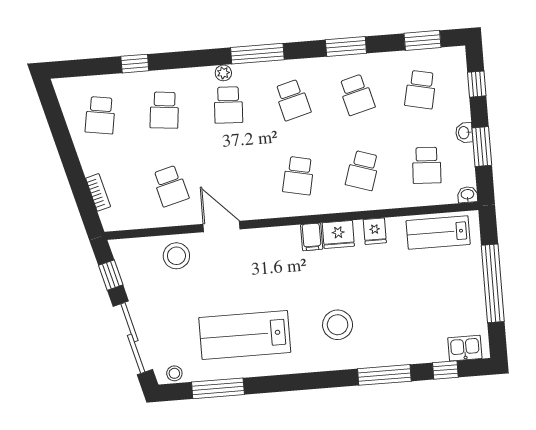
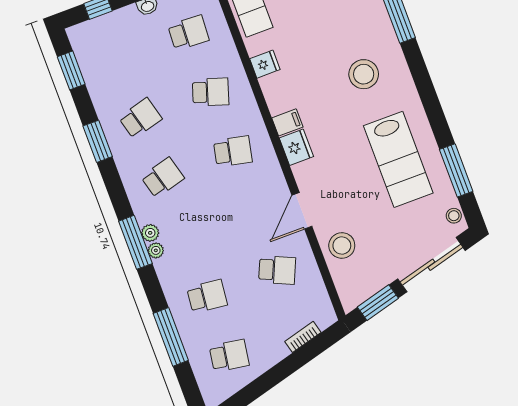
window: (257, 54) -> (135, 242), moved
window: (135, 64) -> (171, 337), width x2.17
plant: (242, 72) -> (150, 233), added
school desk: (421, 90) -> (118, 59), removed
school desk: (228, 105) -> (185, 237), removed
school desk: (170, 186) -> (277, 270), turned 39
fridge: (338, 234) -> (296, 147), moved
window: (111, 275) -> (378, 303), width x1.50

